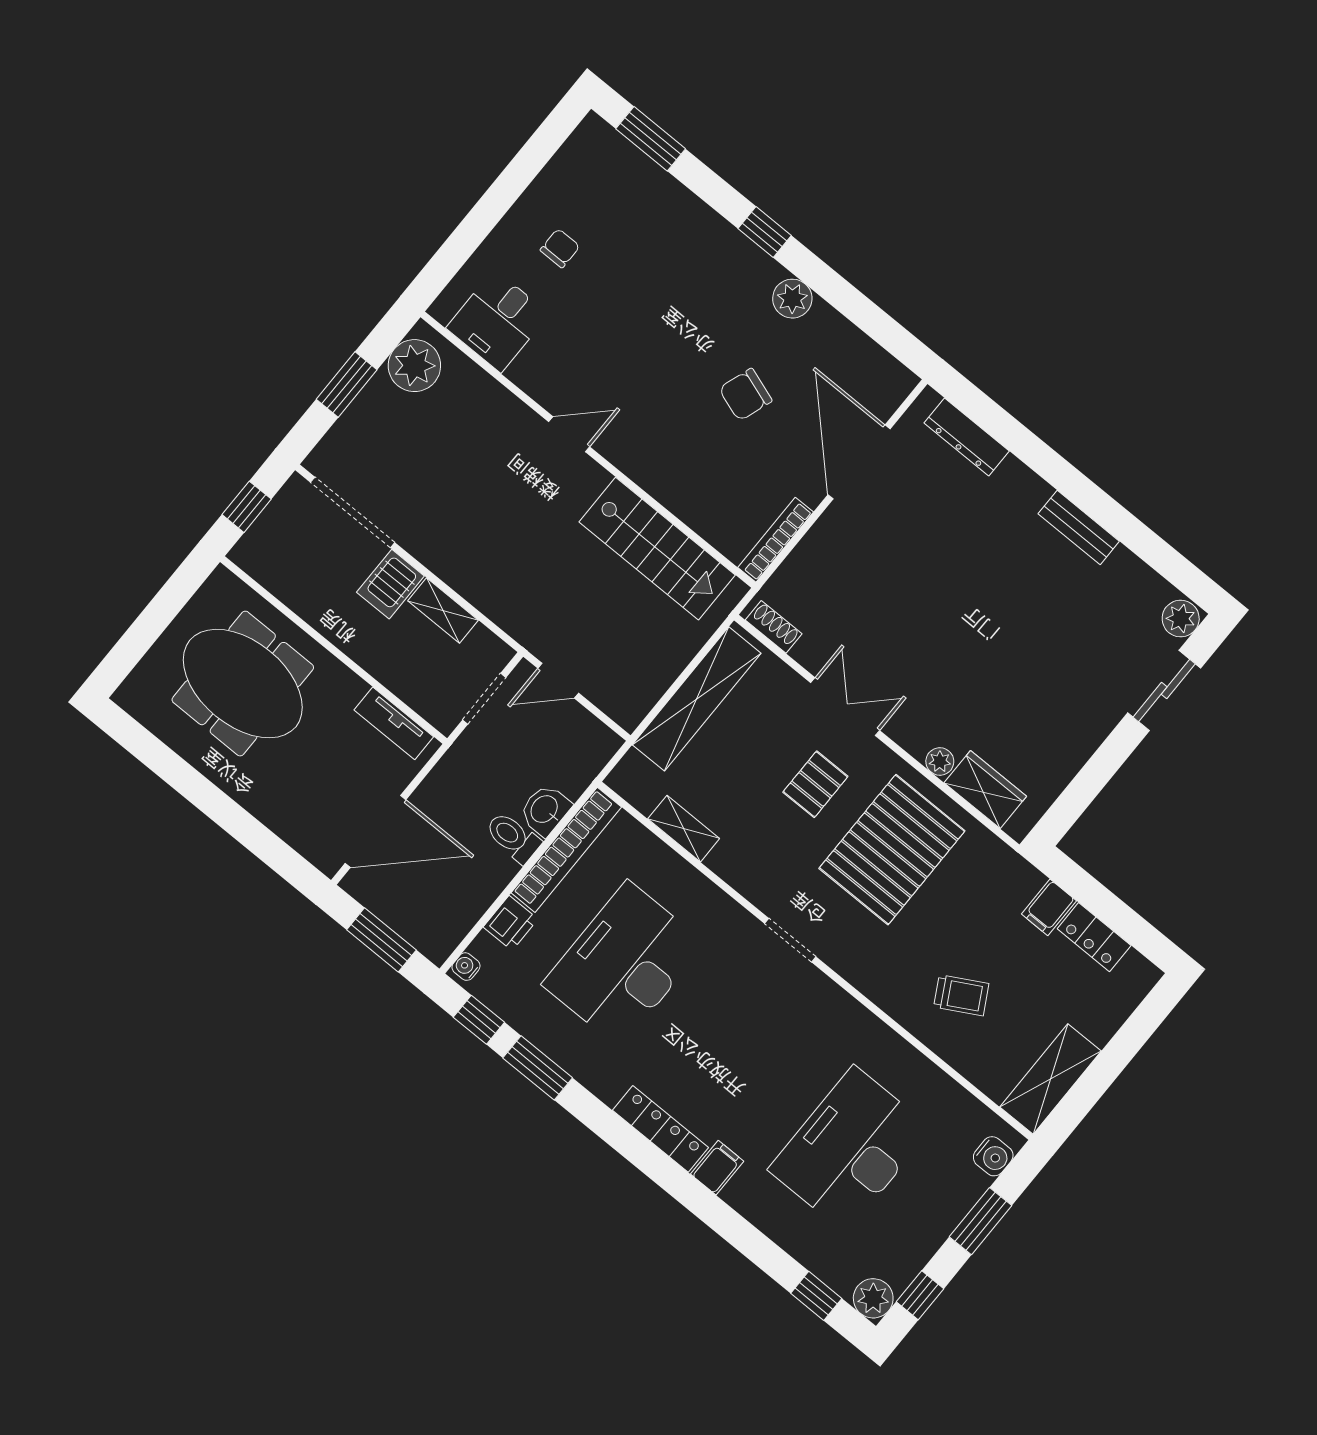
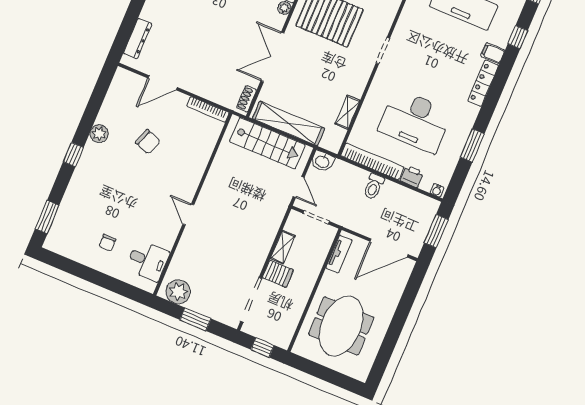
chair: (560, 248) -> (107, 243), turned -90
door: (859, 462) -> (163, 83), width x0.73
stairs: (657, 549) -> (267, 143), moved, turned 90
double door: (845, 707) -> (272, 57), width x1.37
pallet: (815, 784) -> (311, 60), removed
washbasin: (545, 810) -> (322, 161), moved
door: (376, 831) -> (389, 248), swing flipped
window: (479, 1020) -> (518, 37), moved

